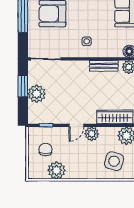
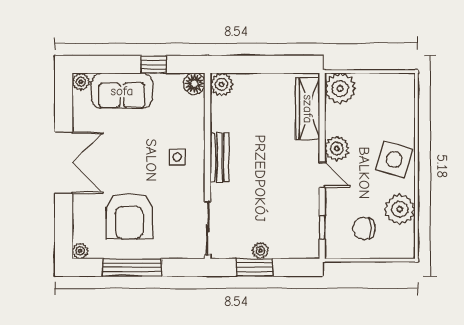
bench: (104, 66) -> (219, 157), moved
plant: (37, 94) -> (260, 251), width x0.53, depth x0.53
side table: (114, 161) -> (394, 159), moved

